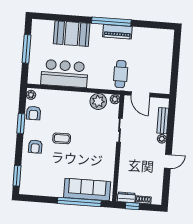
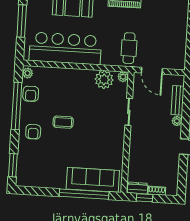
bar counter: (65, 74) -> (65, 48), width x1.36
window: (21, 124) -> (17, 106), width x2.11

